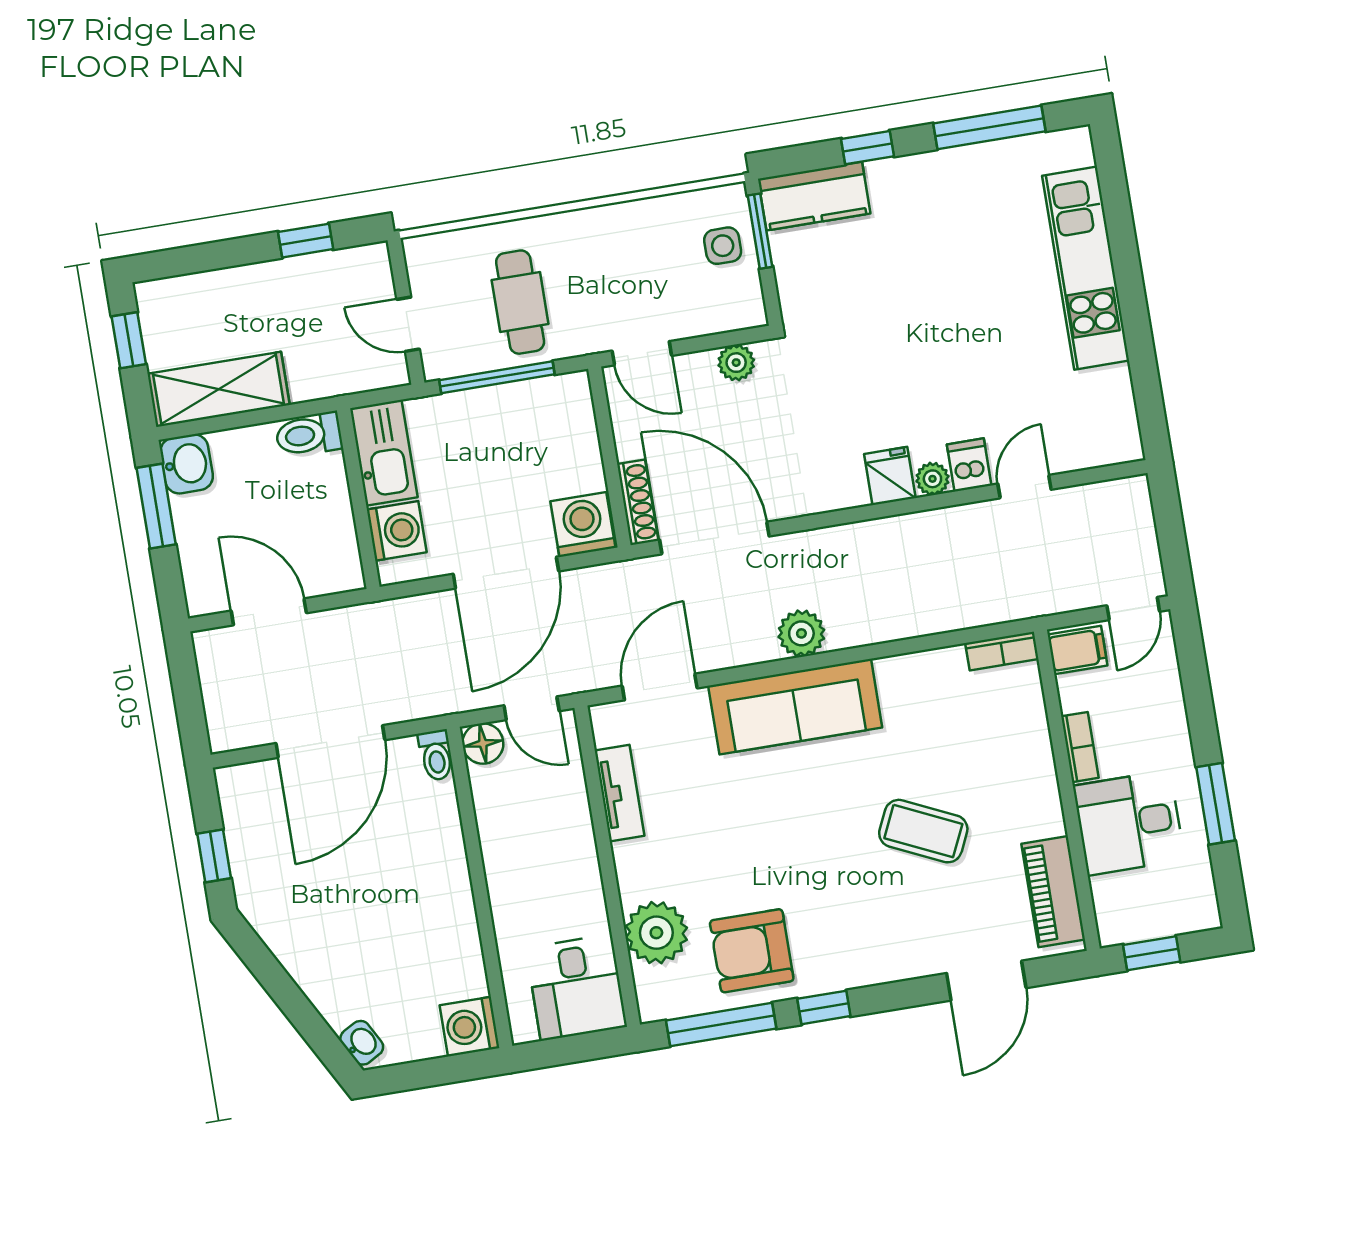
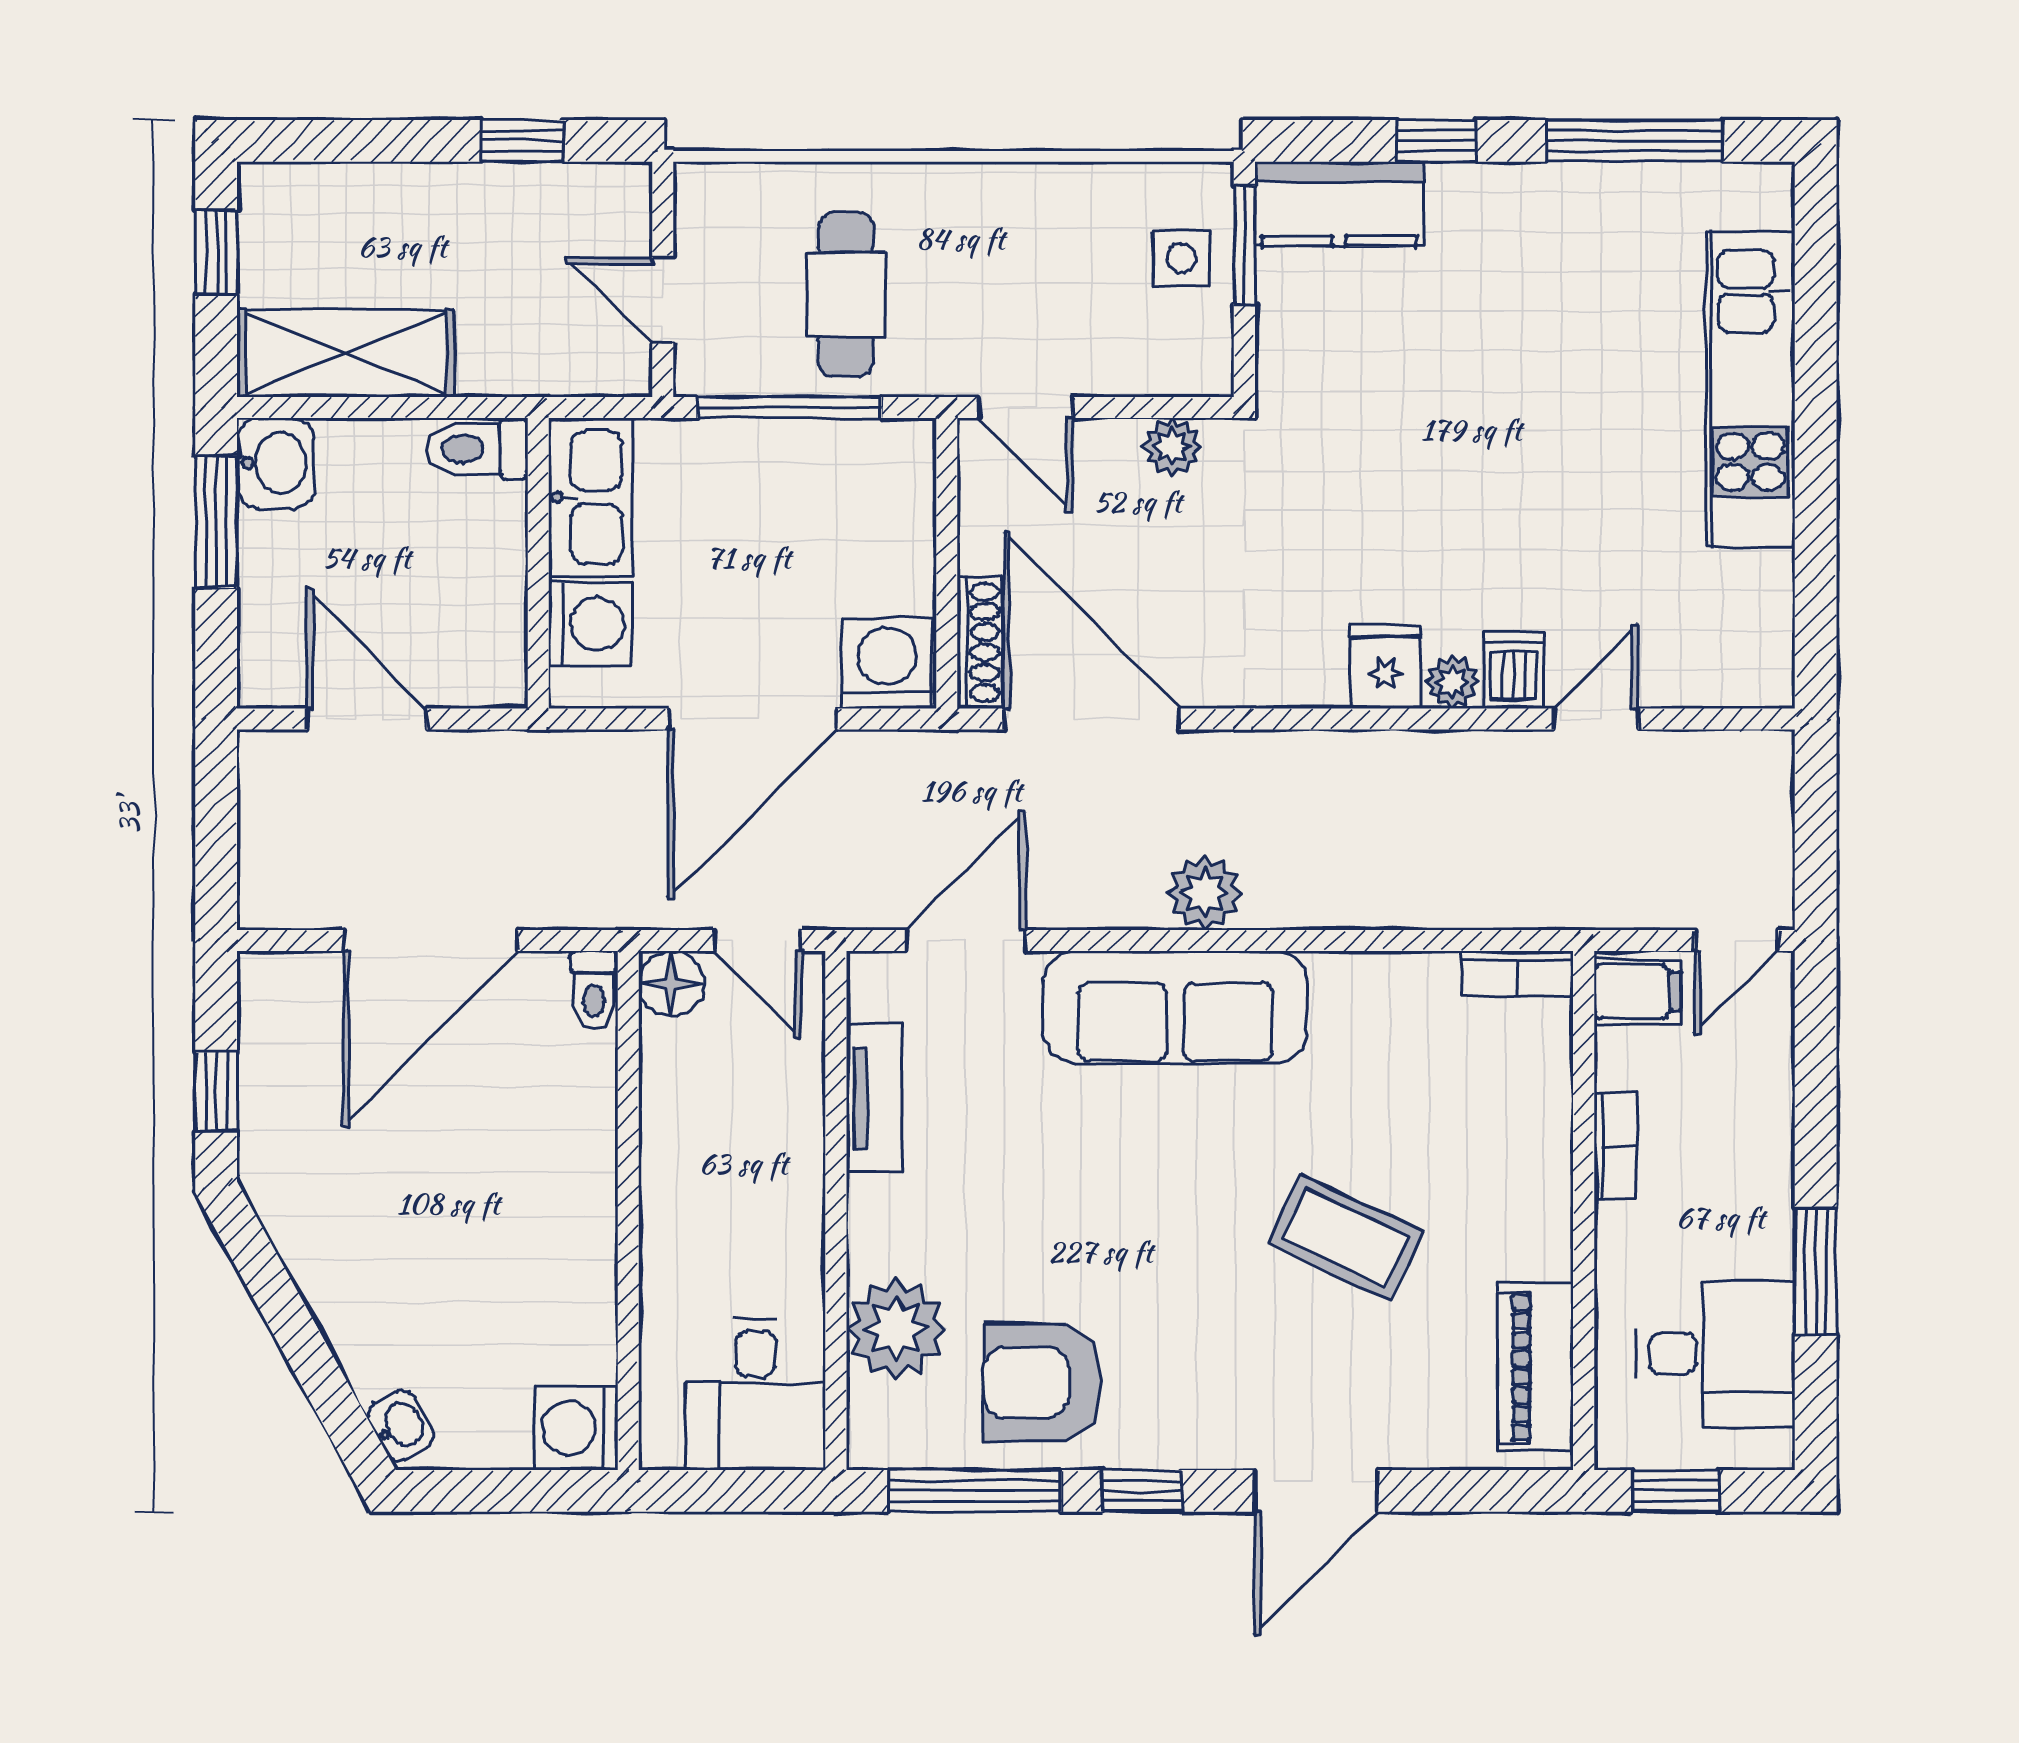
desk: (1129, 823) -> (1716, 1354), moved, turned 180
door: (986, 981) -> (1316, 1491), moved

